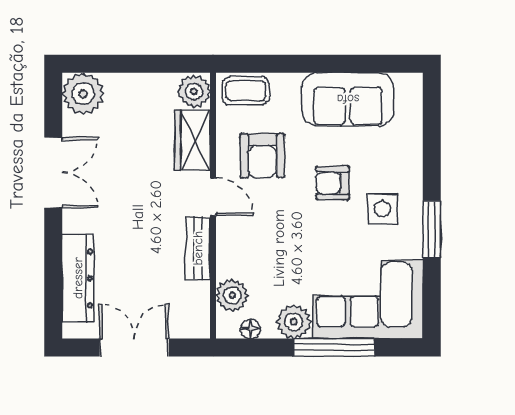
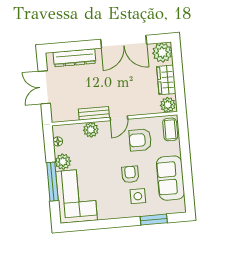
wardrobe: (193, 140) -> (166, 80), moved, turned -90
double door: (53, 173) -> (124, 42), width x1.37
side table: (382, 209) -> (138, 196), moved
window: (432, 229) -> (154, 220), moved
plant: (232, 295) -> (91, 130), moved
double door: (134, 348) -> (44, 87), swing flipped

